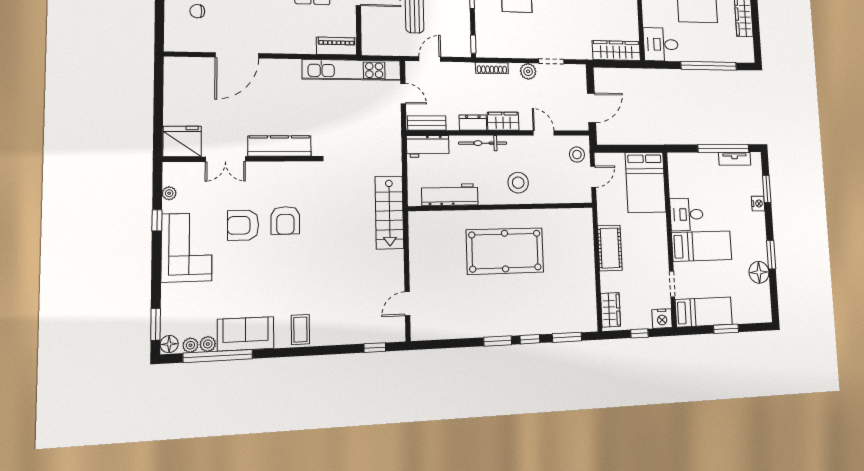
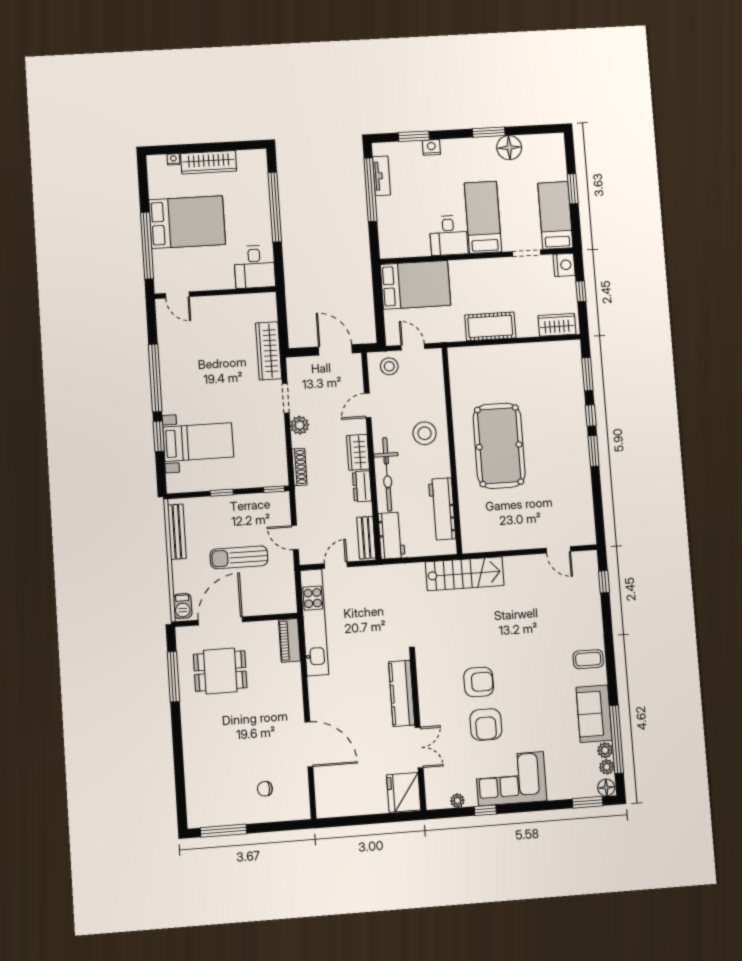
chair: (197, 11) -> (265, 789), turned 90
wardrobe: (616, 51) -> (269, 351), moved
bicycle: (483, 143) -> (387, 474), width x1.37, depth x1.40

